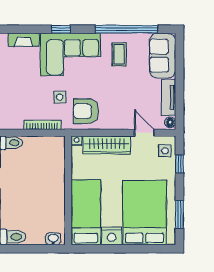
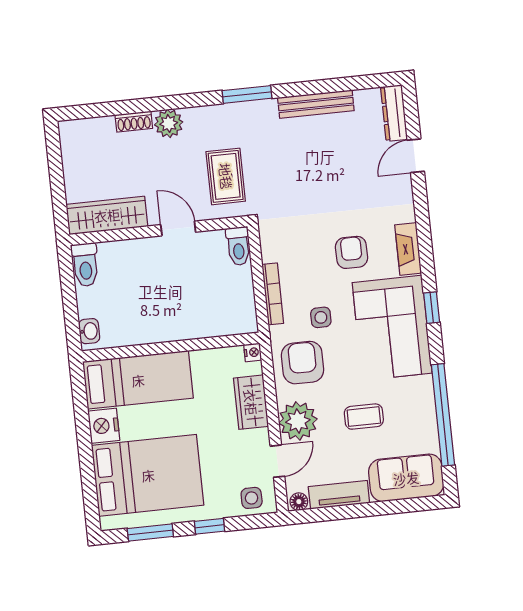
coffee table: (119, 54) -> (364, 417), moved
armchair: (22, 74) -> (351, 252), added
plant: (121, 118) -> (298, 421), added
wardrobe: (107, 145) -> (251, 402), width x0.67
window: (179, 164) -> (210, 526), moved

